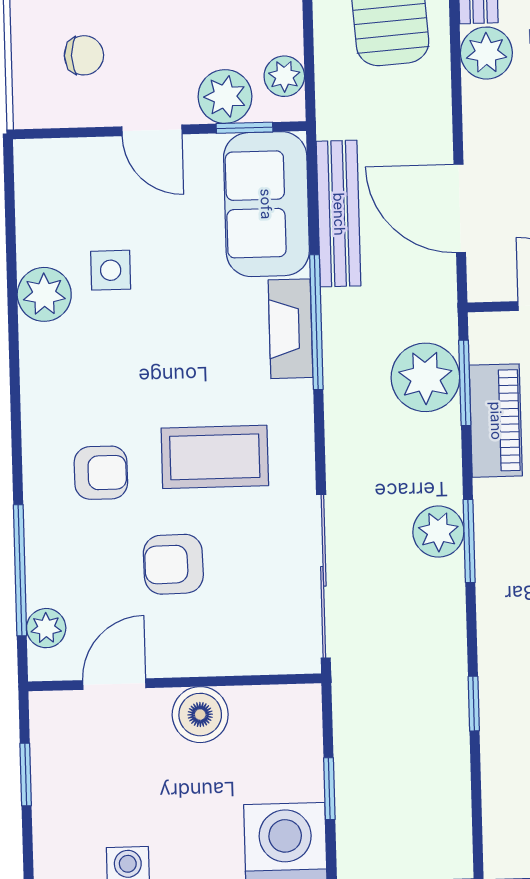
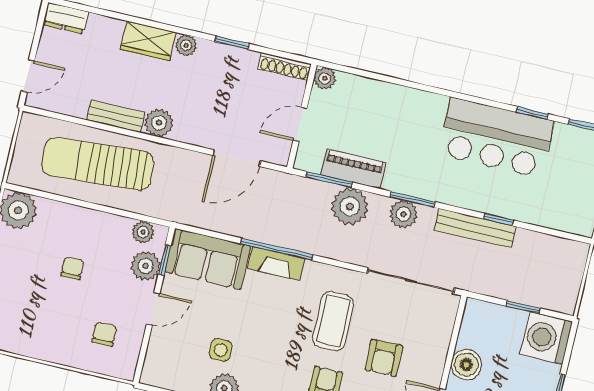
bench: (339, 214) -> (475, 228), moved
plant: (425, 377) -> (350, 207), moved

